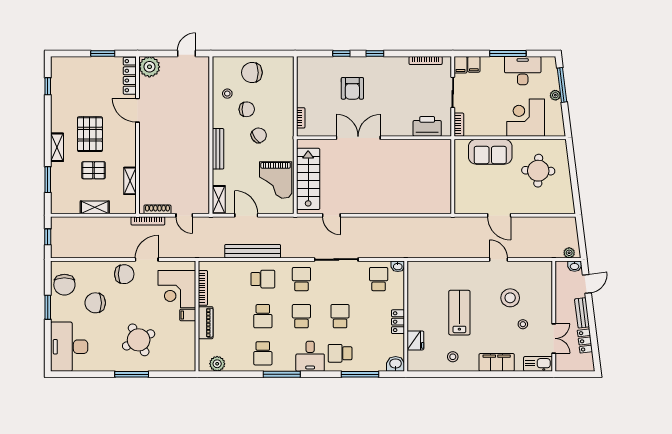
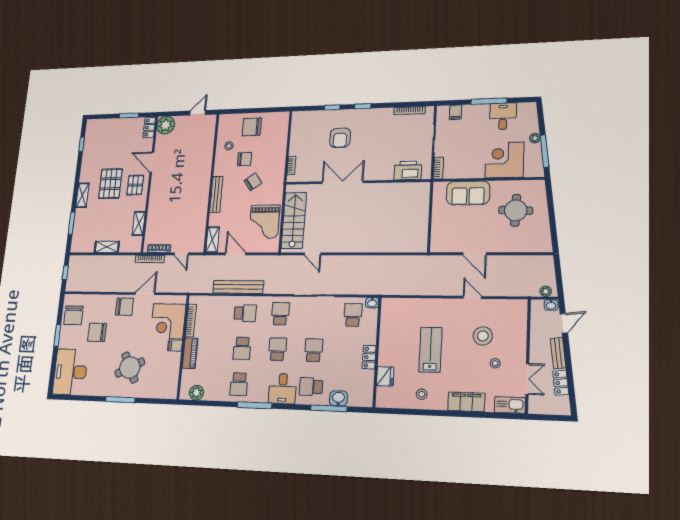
filing cabinet: (460, 65) -> (443, 113), removed
desk: (523, 71) -> (503, 116), width x0.73
locker: (130, 76) -> (149, 128), width x0.66
window: (562, 85) -> (545, 151), moved
pallet: (94, 170) -> (135, 185), moved, turned 90
washbasin: (396, 364) -> (338, 398), moved

